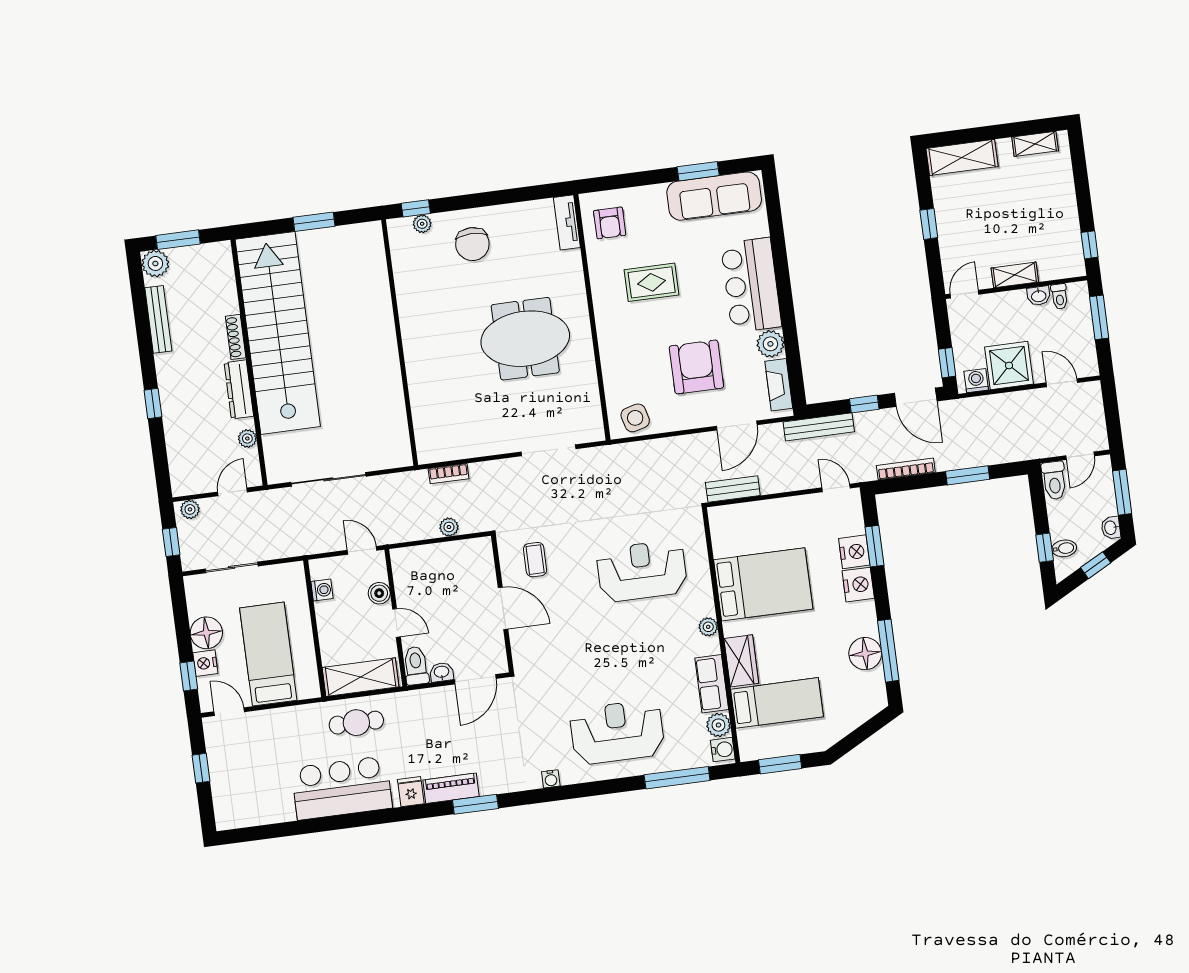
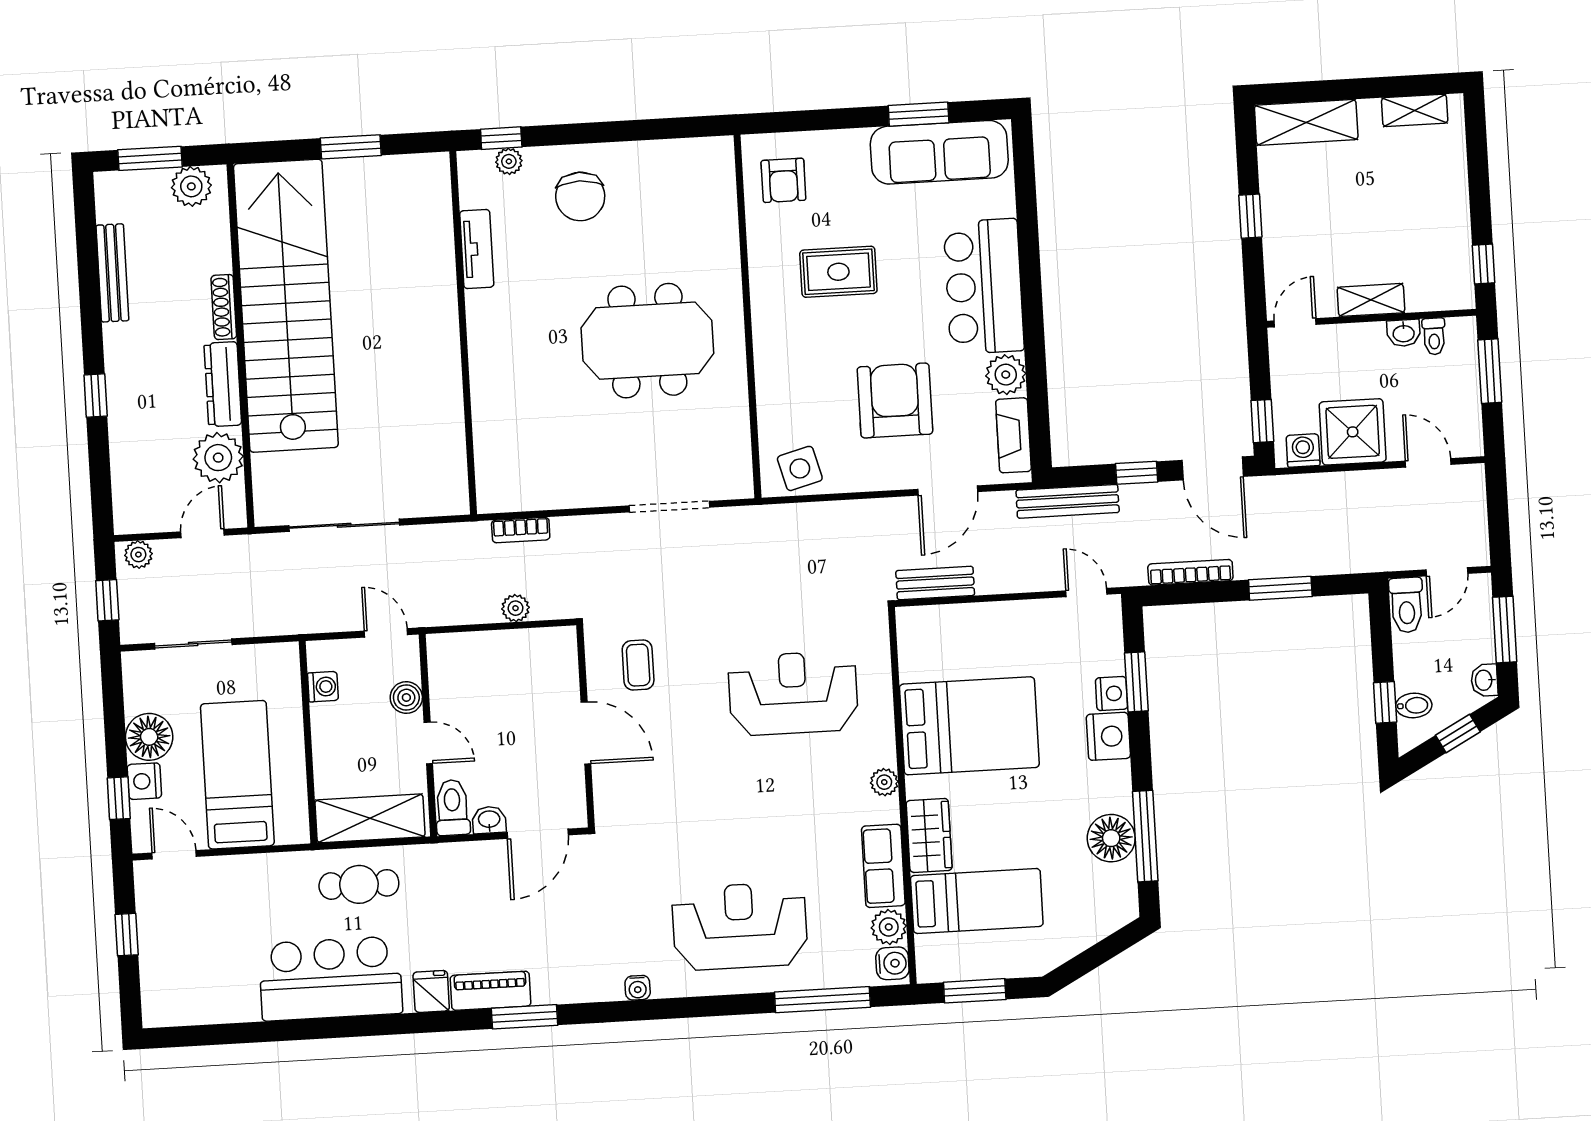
tv unit: (567, 222) -> (477, 249), moved, turned 180
plant: (155, 263) -> (191, 186), moved
plant: (247, 439) -> (218, 458), width x1.88, depth x1.88
nightstand: (854, 552) -> (1111, 694), width x0.74, depth x0.75

